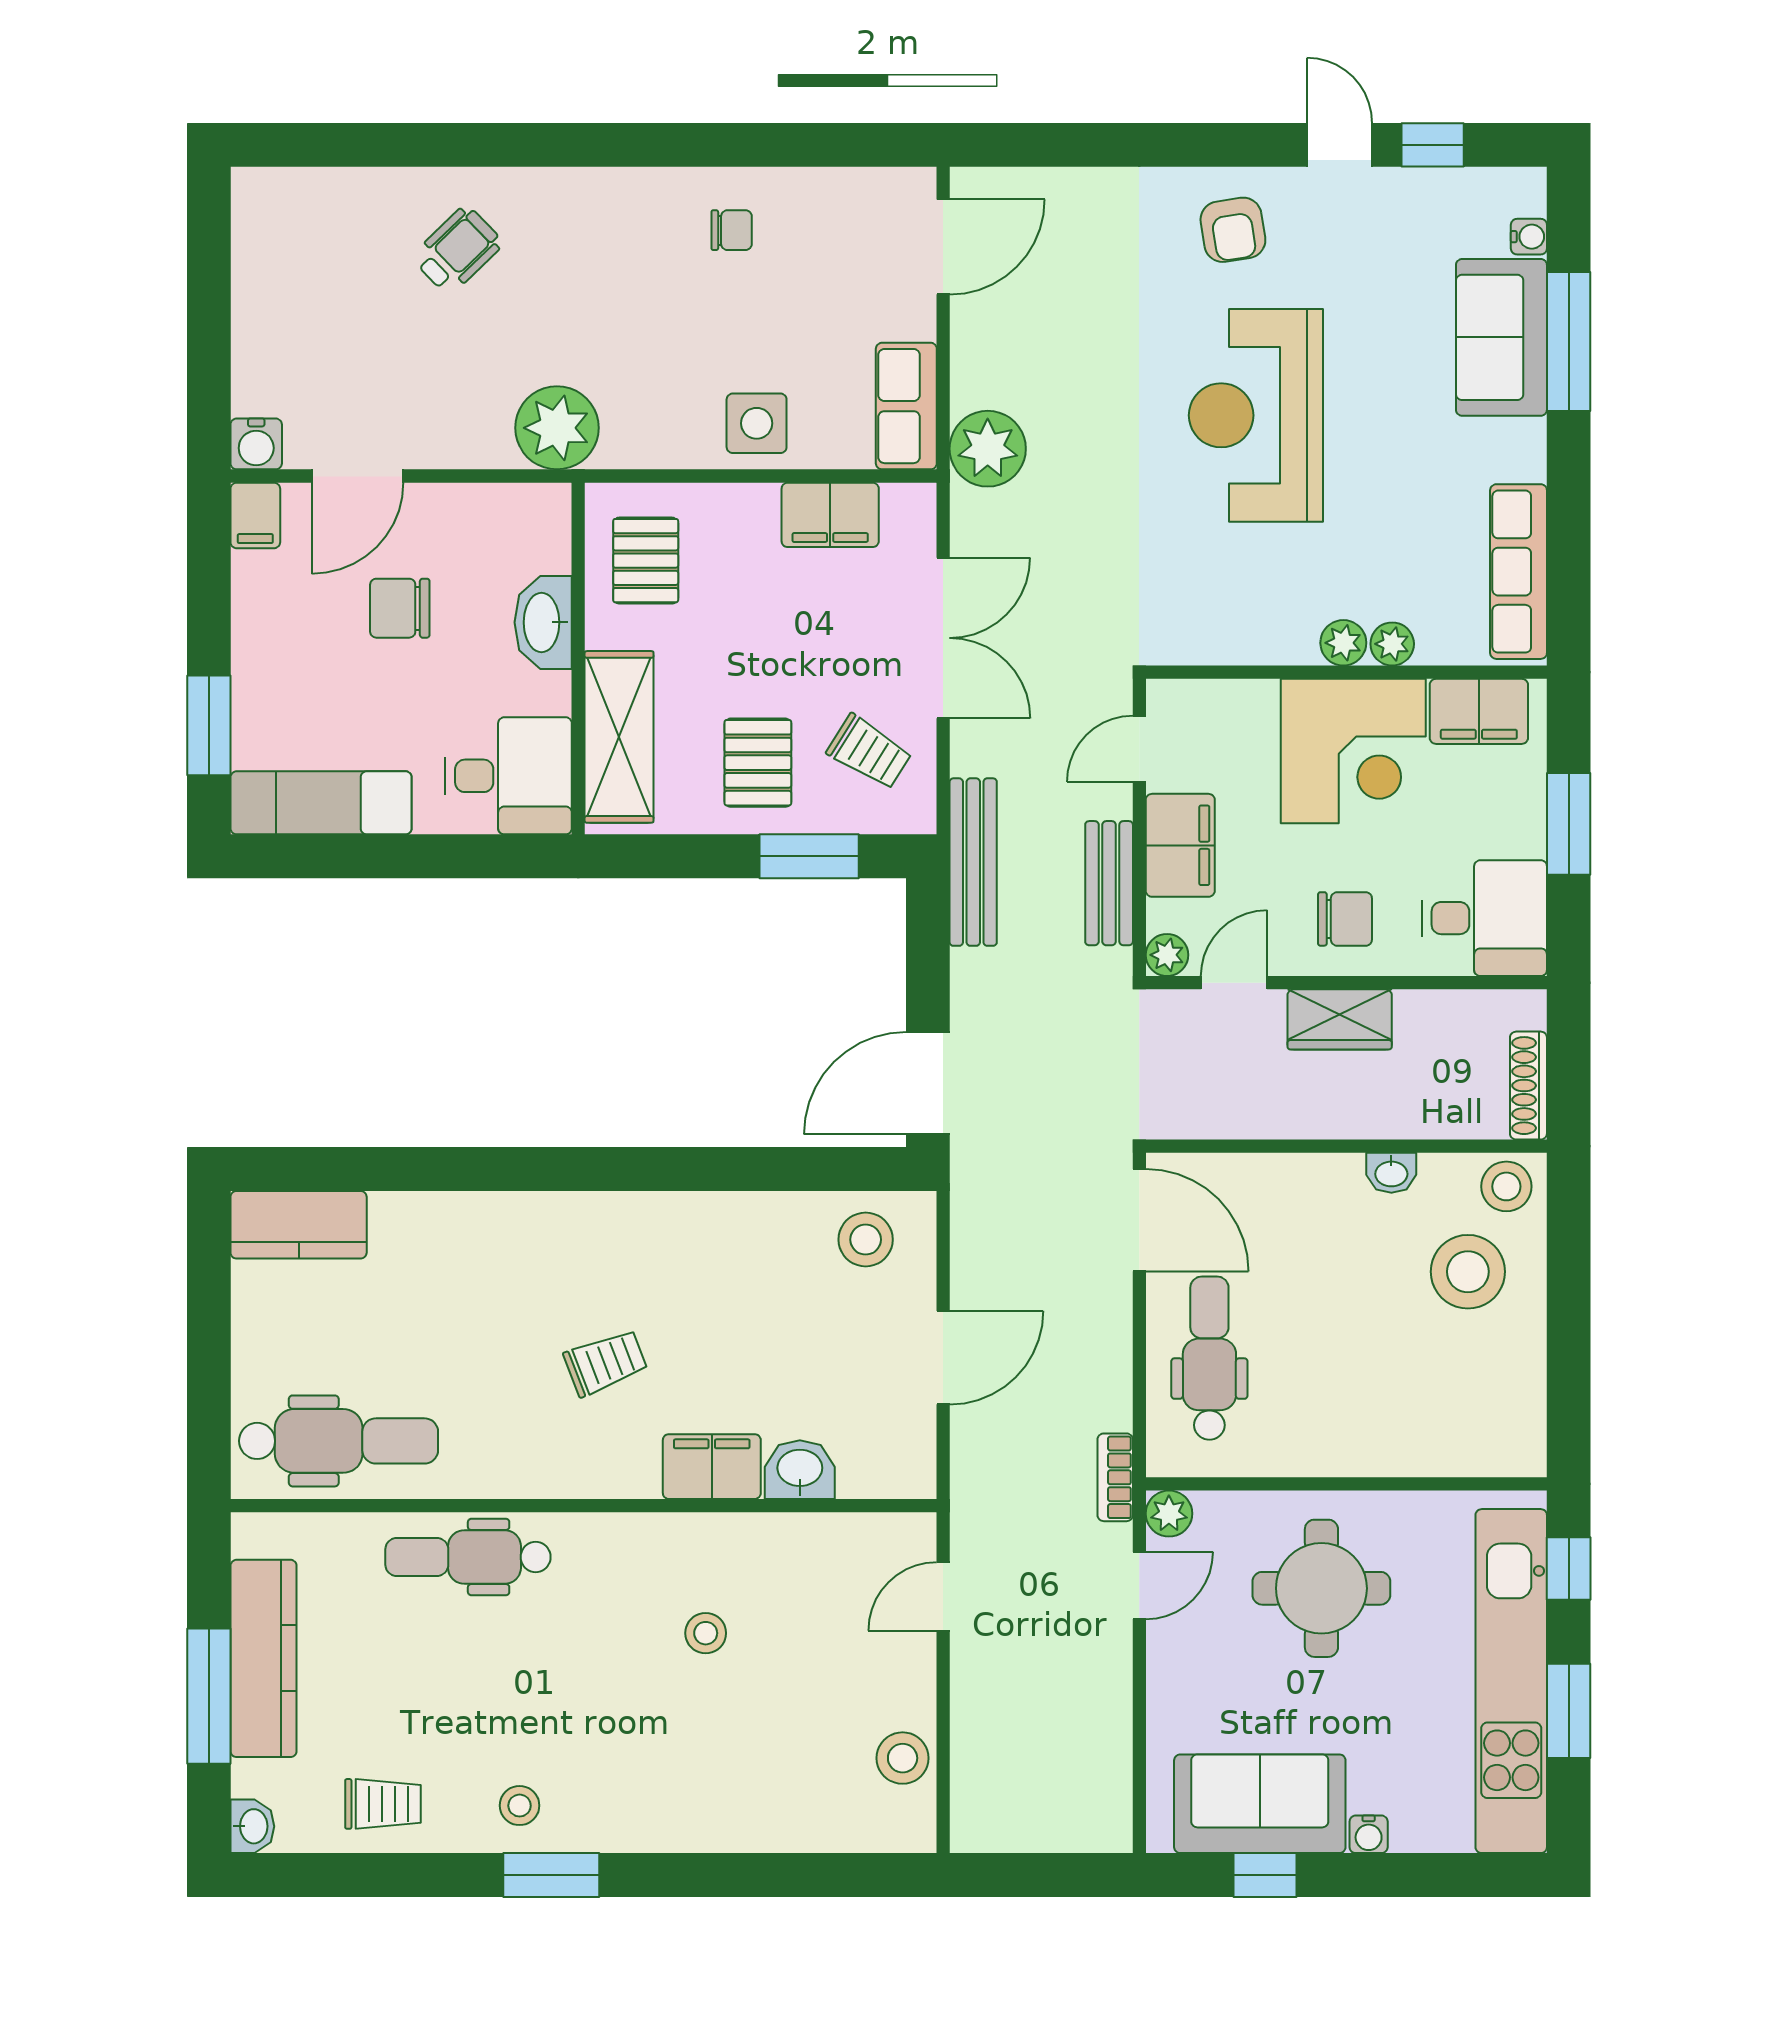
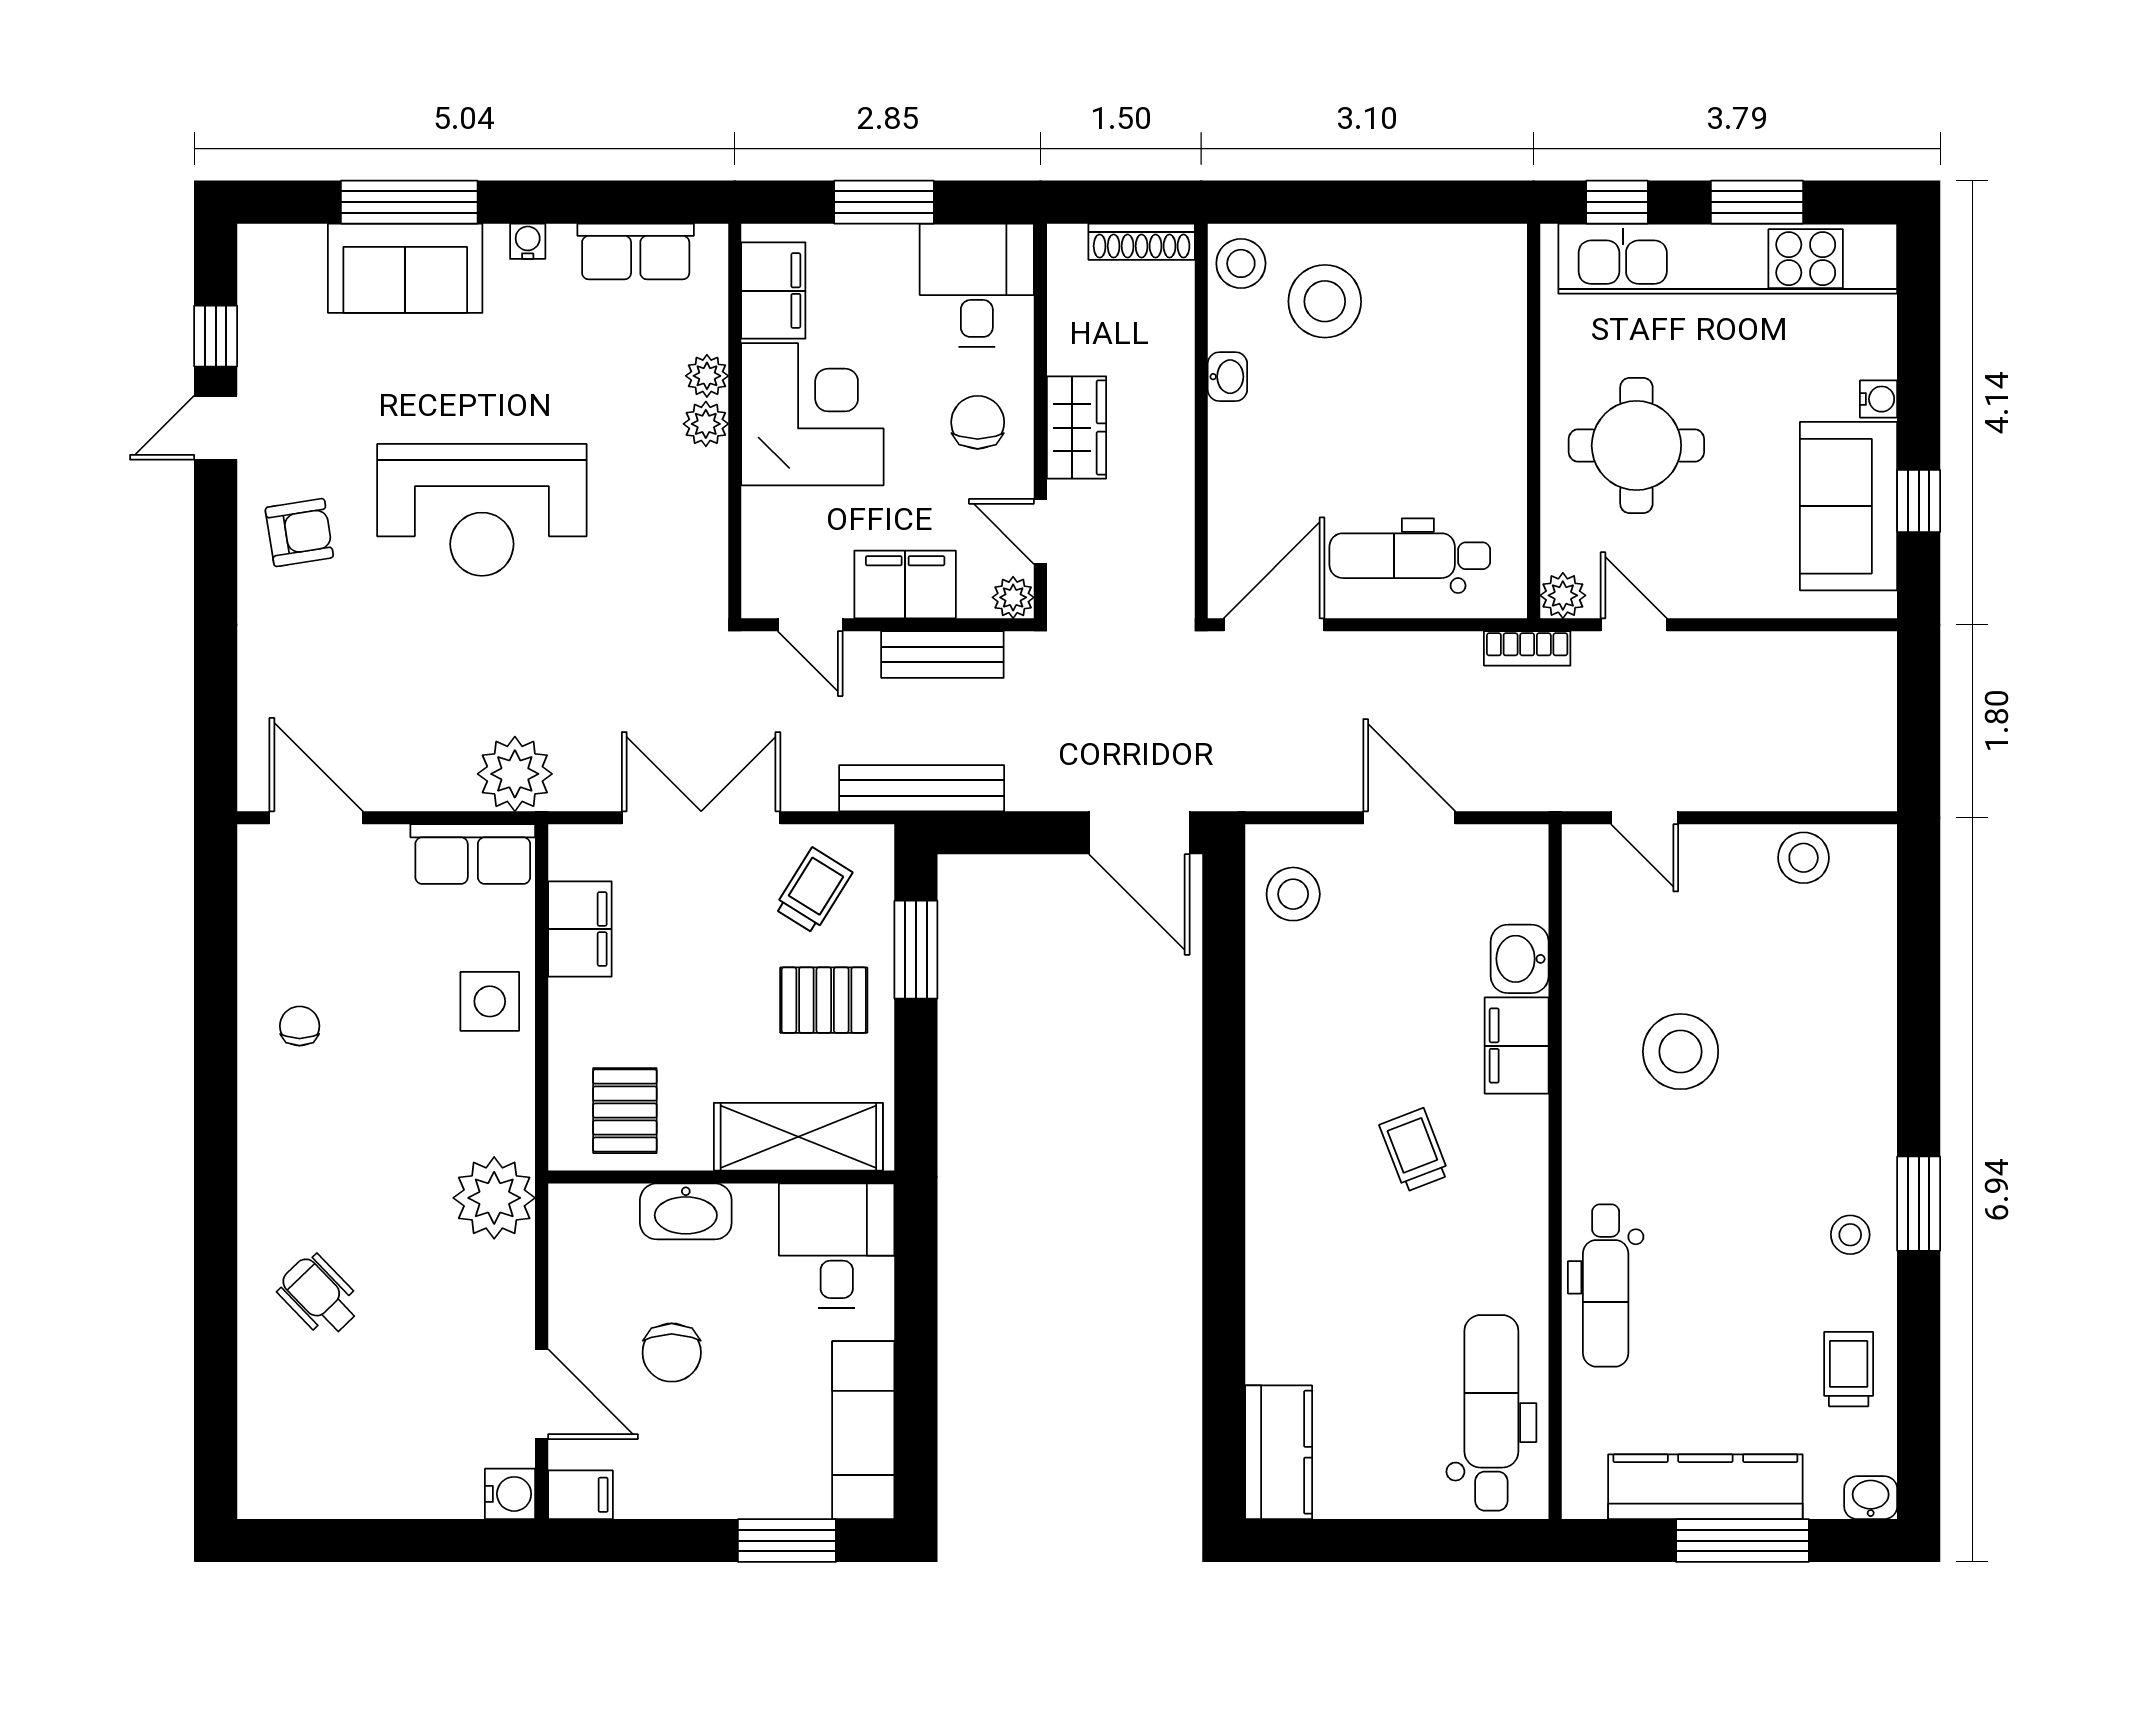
water cooler: (1529, 237) -> (528, 241), moved
pallet: (646, 561) -> (625, 1111), turned 90
row of seats: (1519, 572) -> (636, 251), width x0.68
stool: (706, 1633) -> (1681, 1052), width x1.89, depth x1.89

